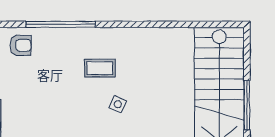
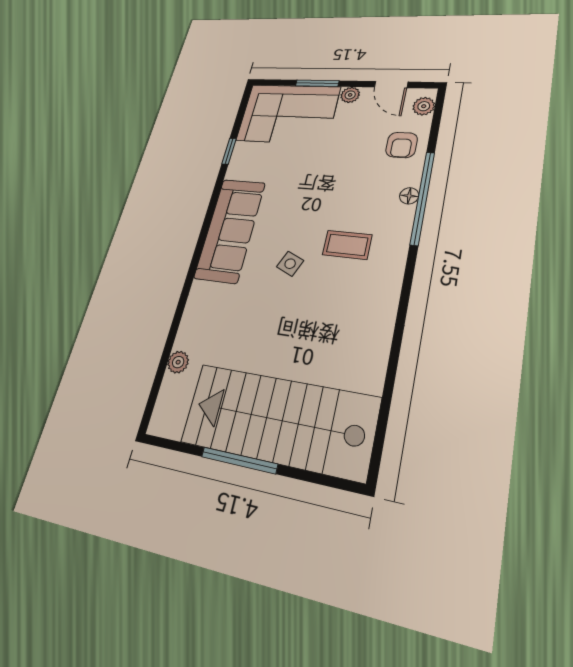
floor lamp: (60, 33) -> (409, 196), added
coffee table: (100, 68) -> (347, 245), turned 90

